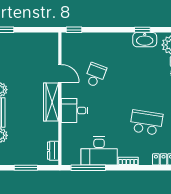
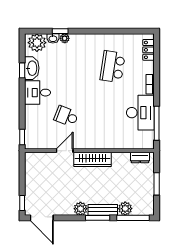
desk: (75, 111) -> (38, 93), moved, turned 90

